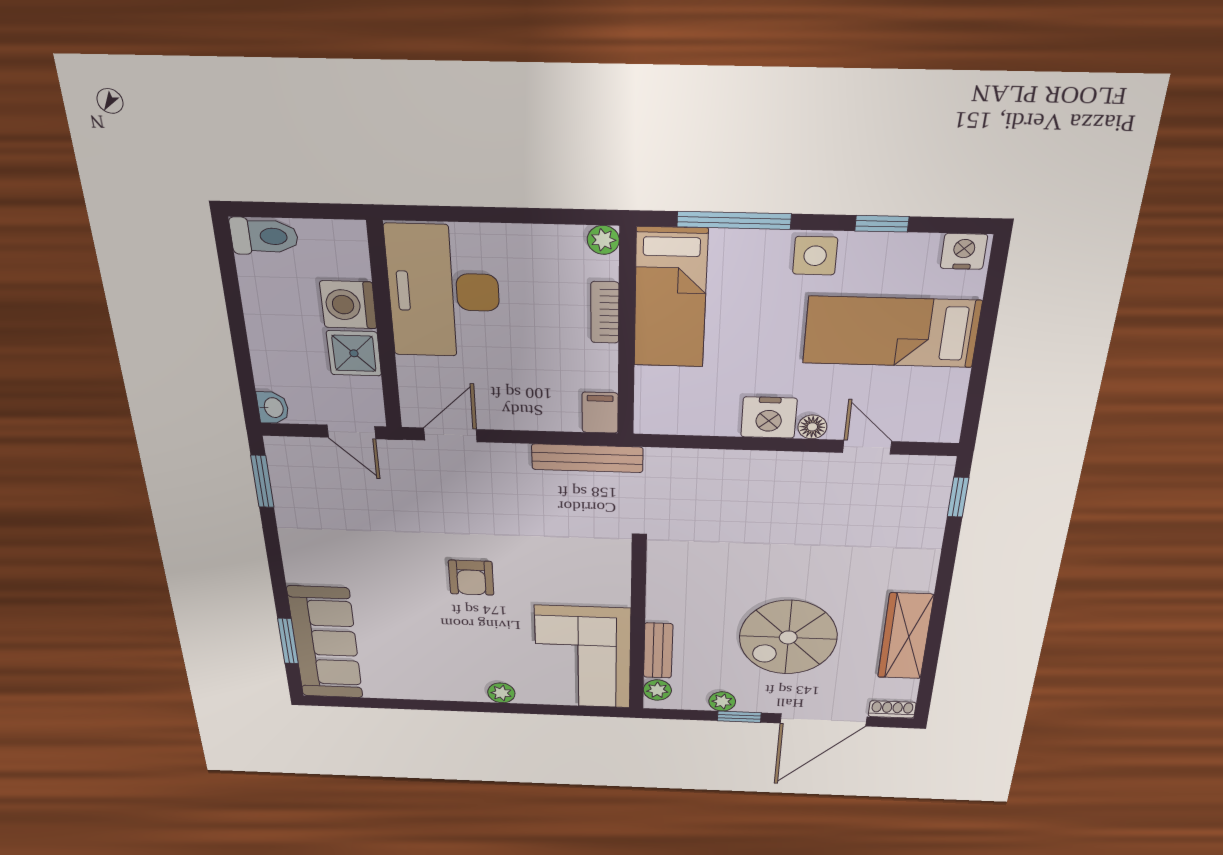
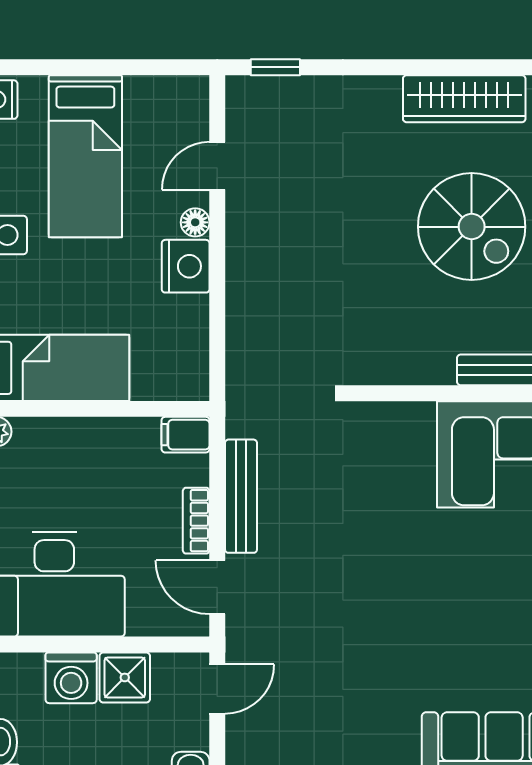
bookcase: (605, 313) -> (196, 521), moved, turned 90
bench: (587, 458) -> (241, 496), moved
armchair: (471, 578) -> (402, 576), removed

